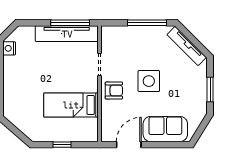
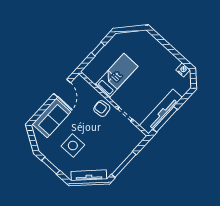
side table: (149, 81) -> (73, 146), moved
armchair: (114, 90) -> (102, 109), turned 84

